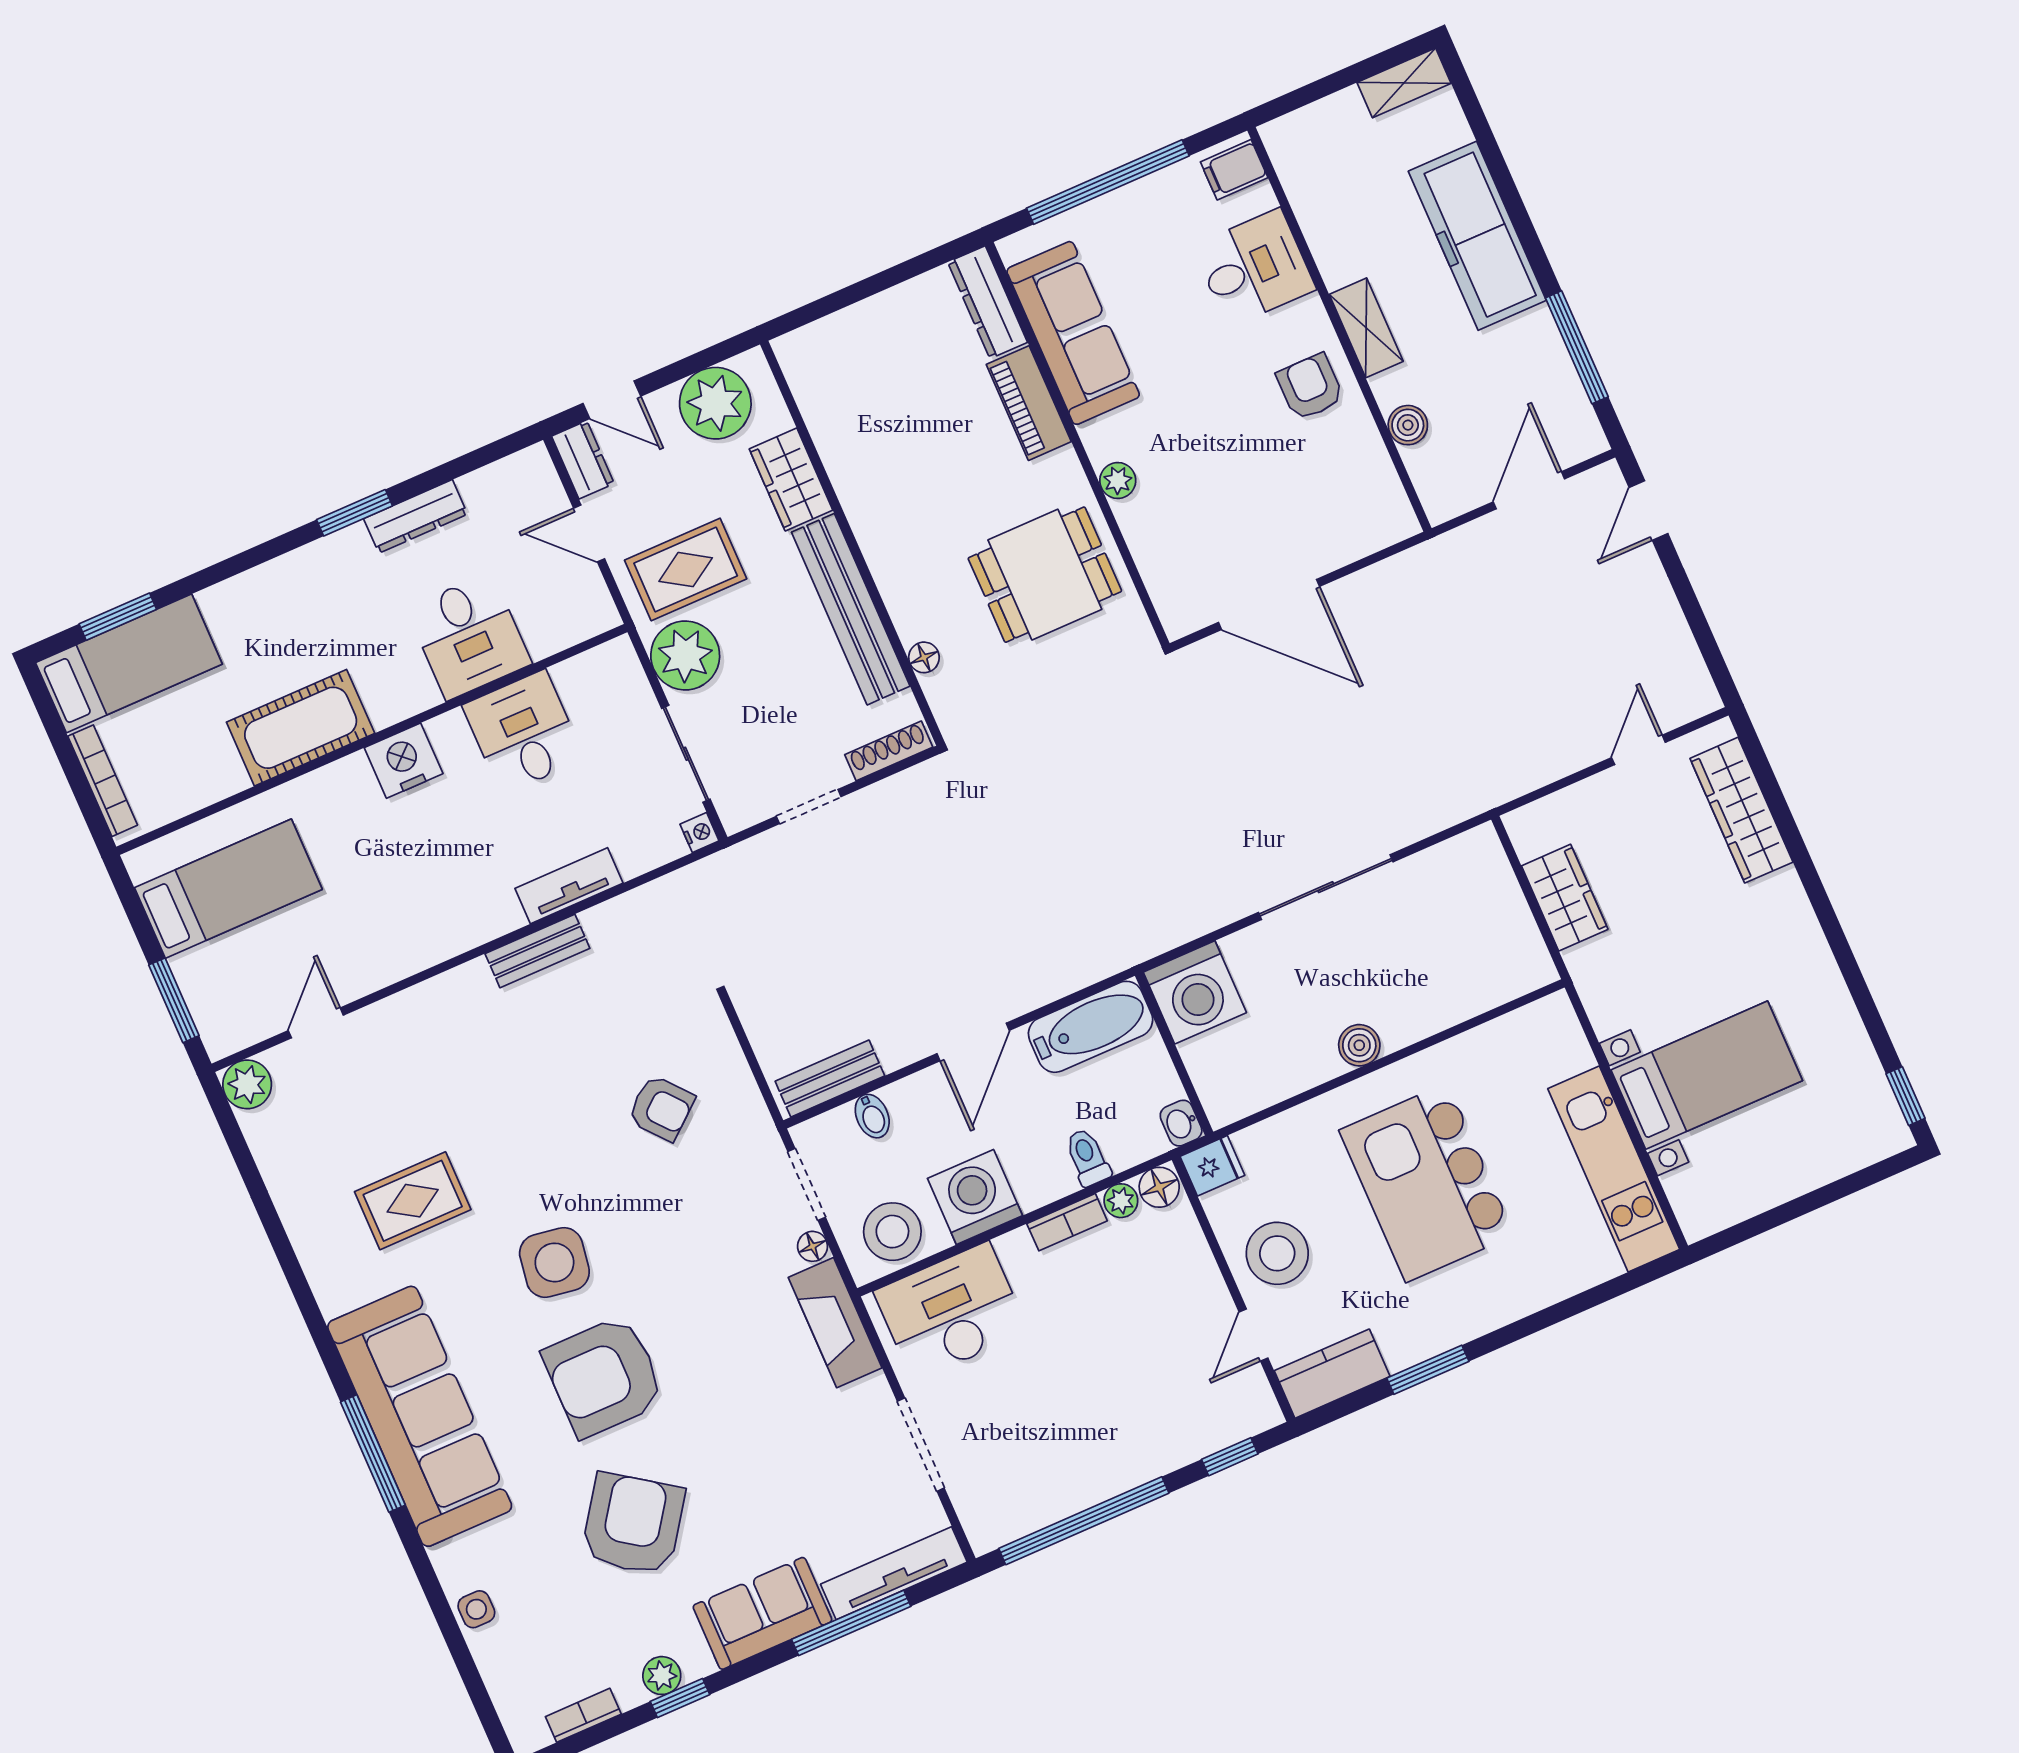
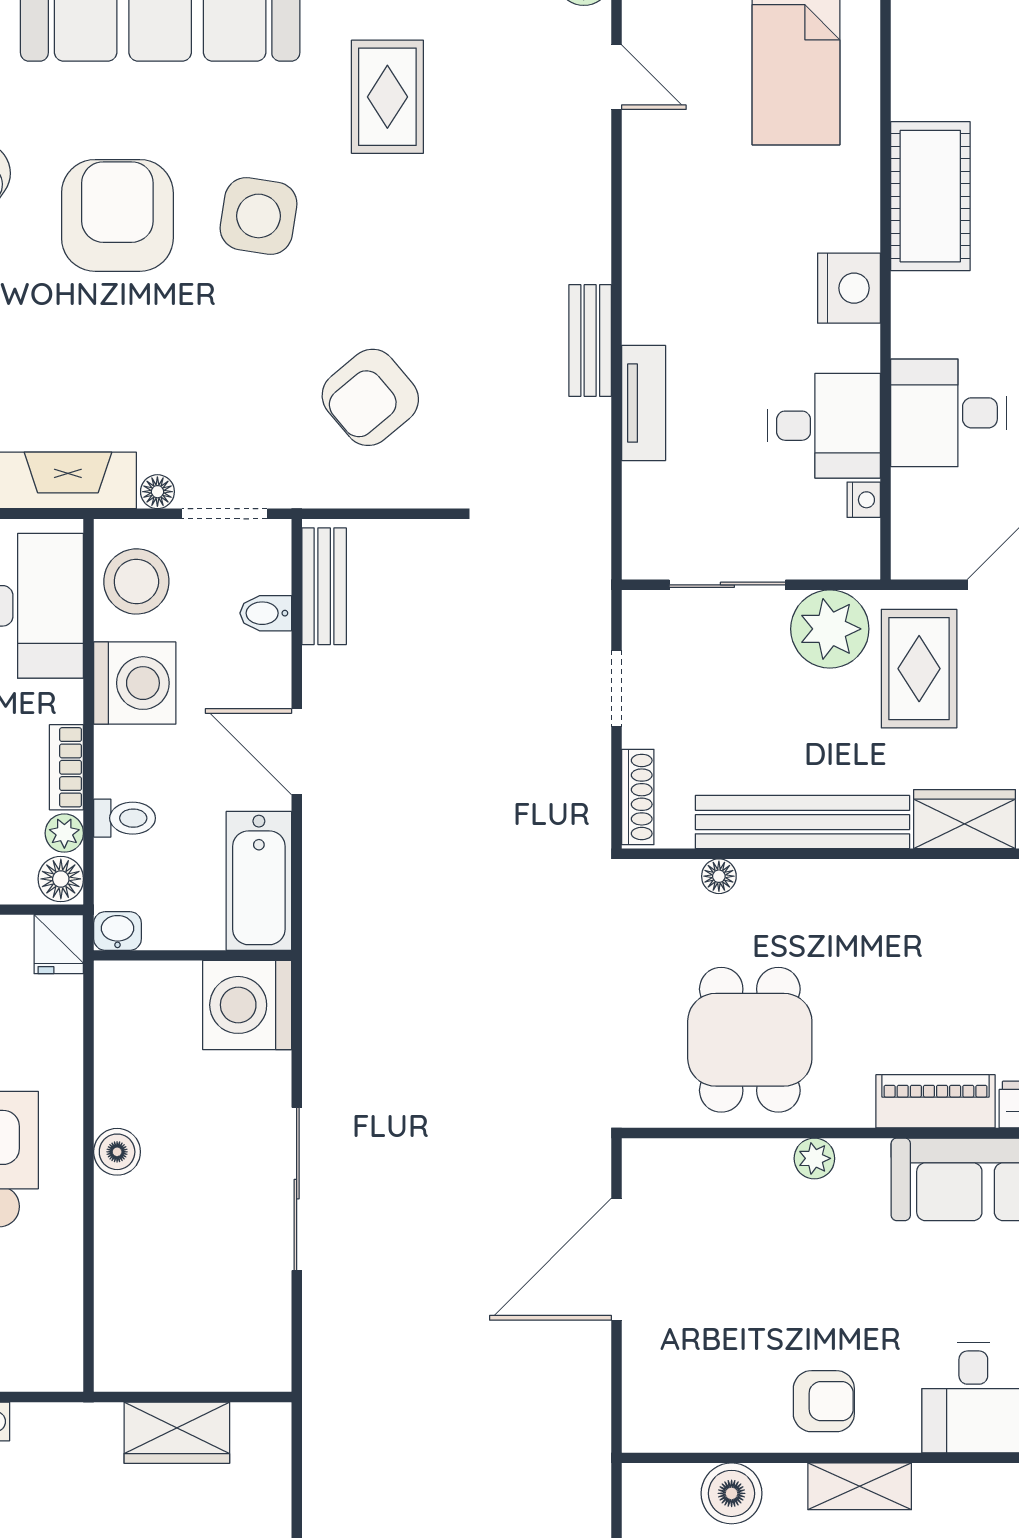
boiler: (1408, 425) -> (732, 1493), width x1.36, depth x1.36
nightstand: (700, 833) -> (864, 500), moved, turned -90
armchair: (661, 1108) -> (370, 397), width x1.38, depth x1.38

